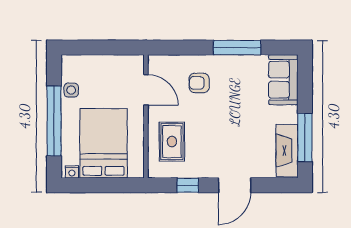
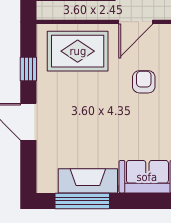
rug: (172, 142) -> (78, 51), width x1.36, depth x1.43
fireplace: (287, 150) -> (88, 181), moved

